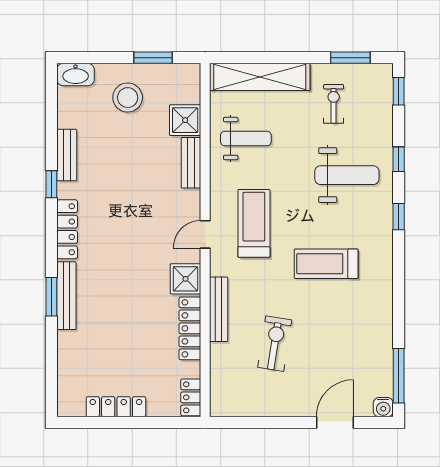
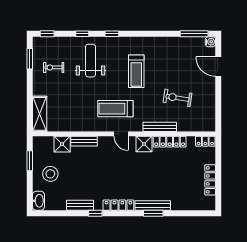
shelving: (260, 77) -> (40, 114), width x0.68
weight bench: (246, 138) -> (72, 113), removed

